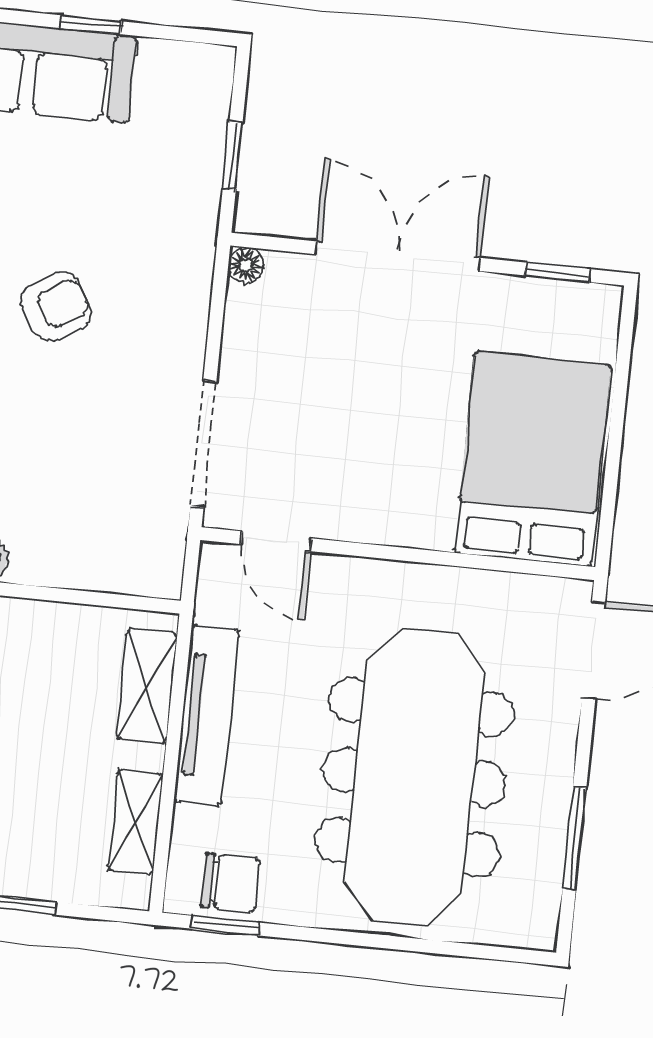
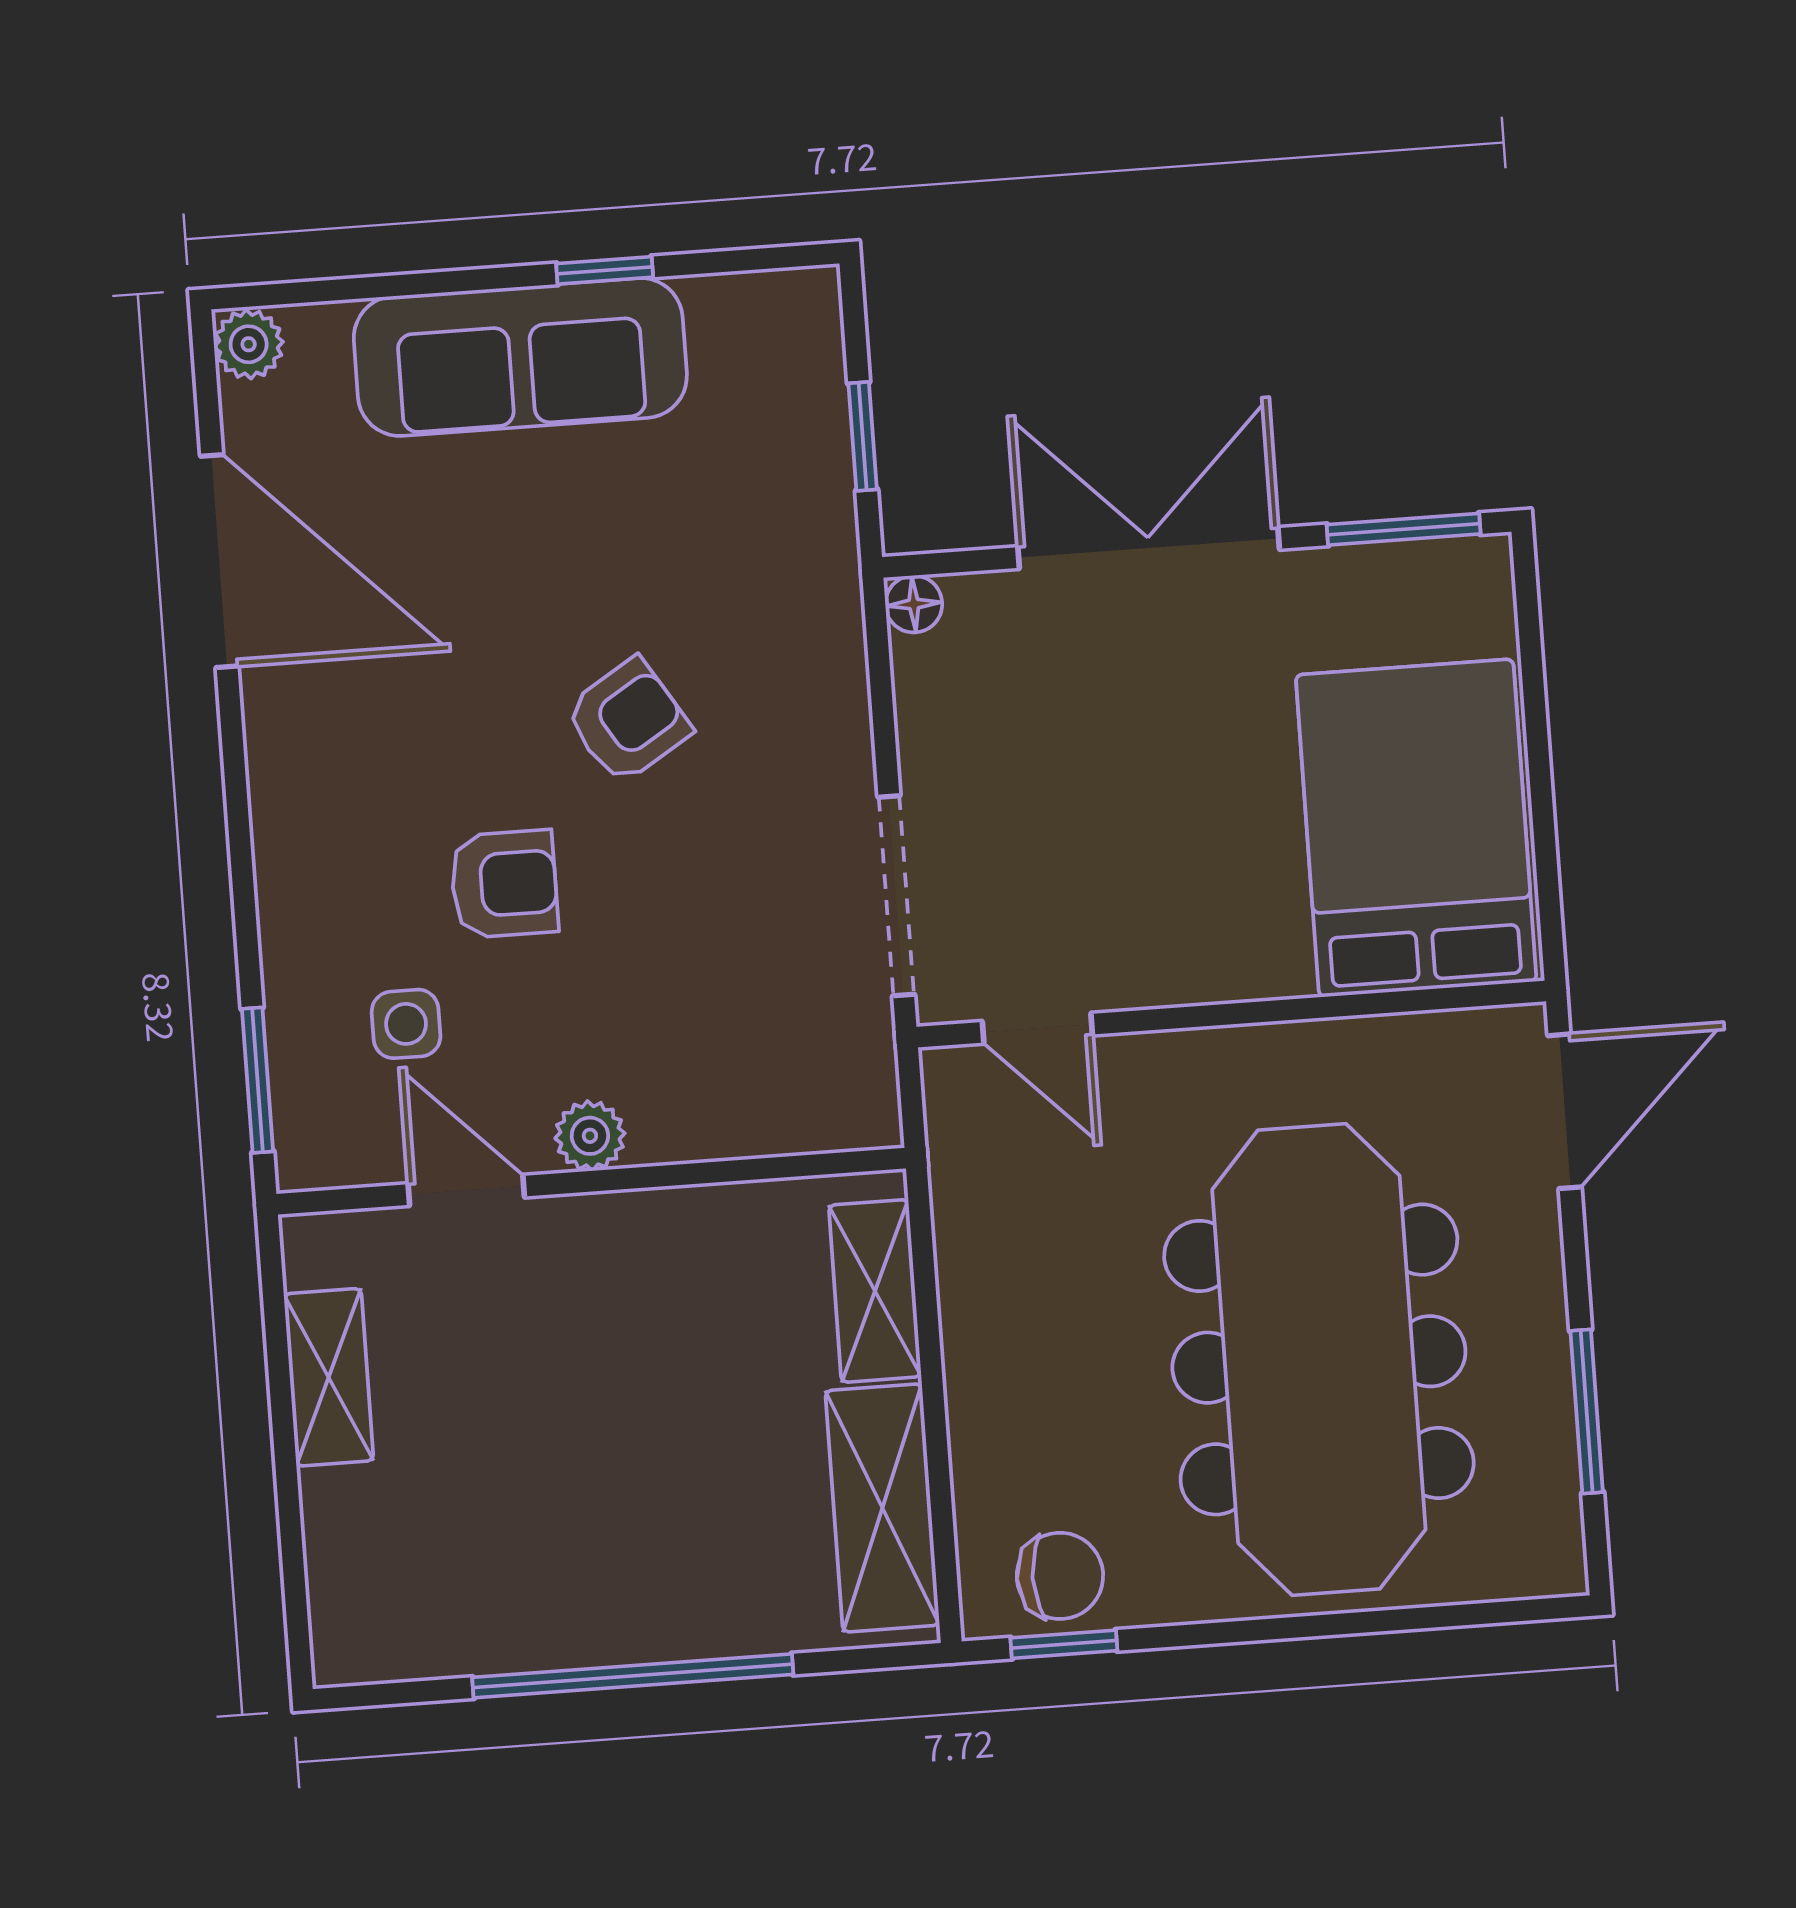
window: (557, 272) -> (1404, 529), width x1.50
tv unit: (206, 716) -> (976, 1321), removed
shelving: (136, 822) -> (882, 1508), width x1.50, depth x1.33

